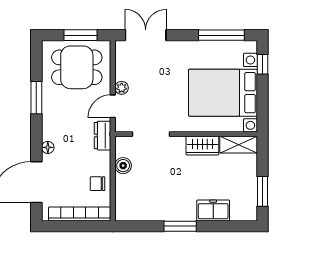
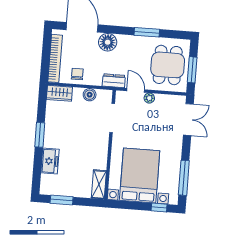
wardrobe: (202, 146) -> (59, 93), moved, turned -90
floor lamp: (48, 147) -> (108, 42), width x1.89, depth x1.89

